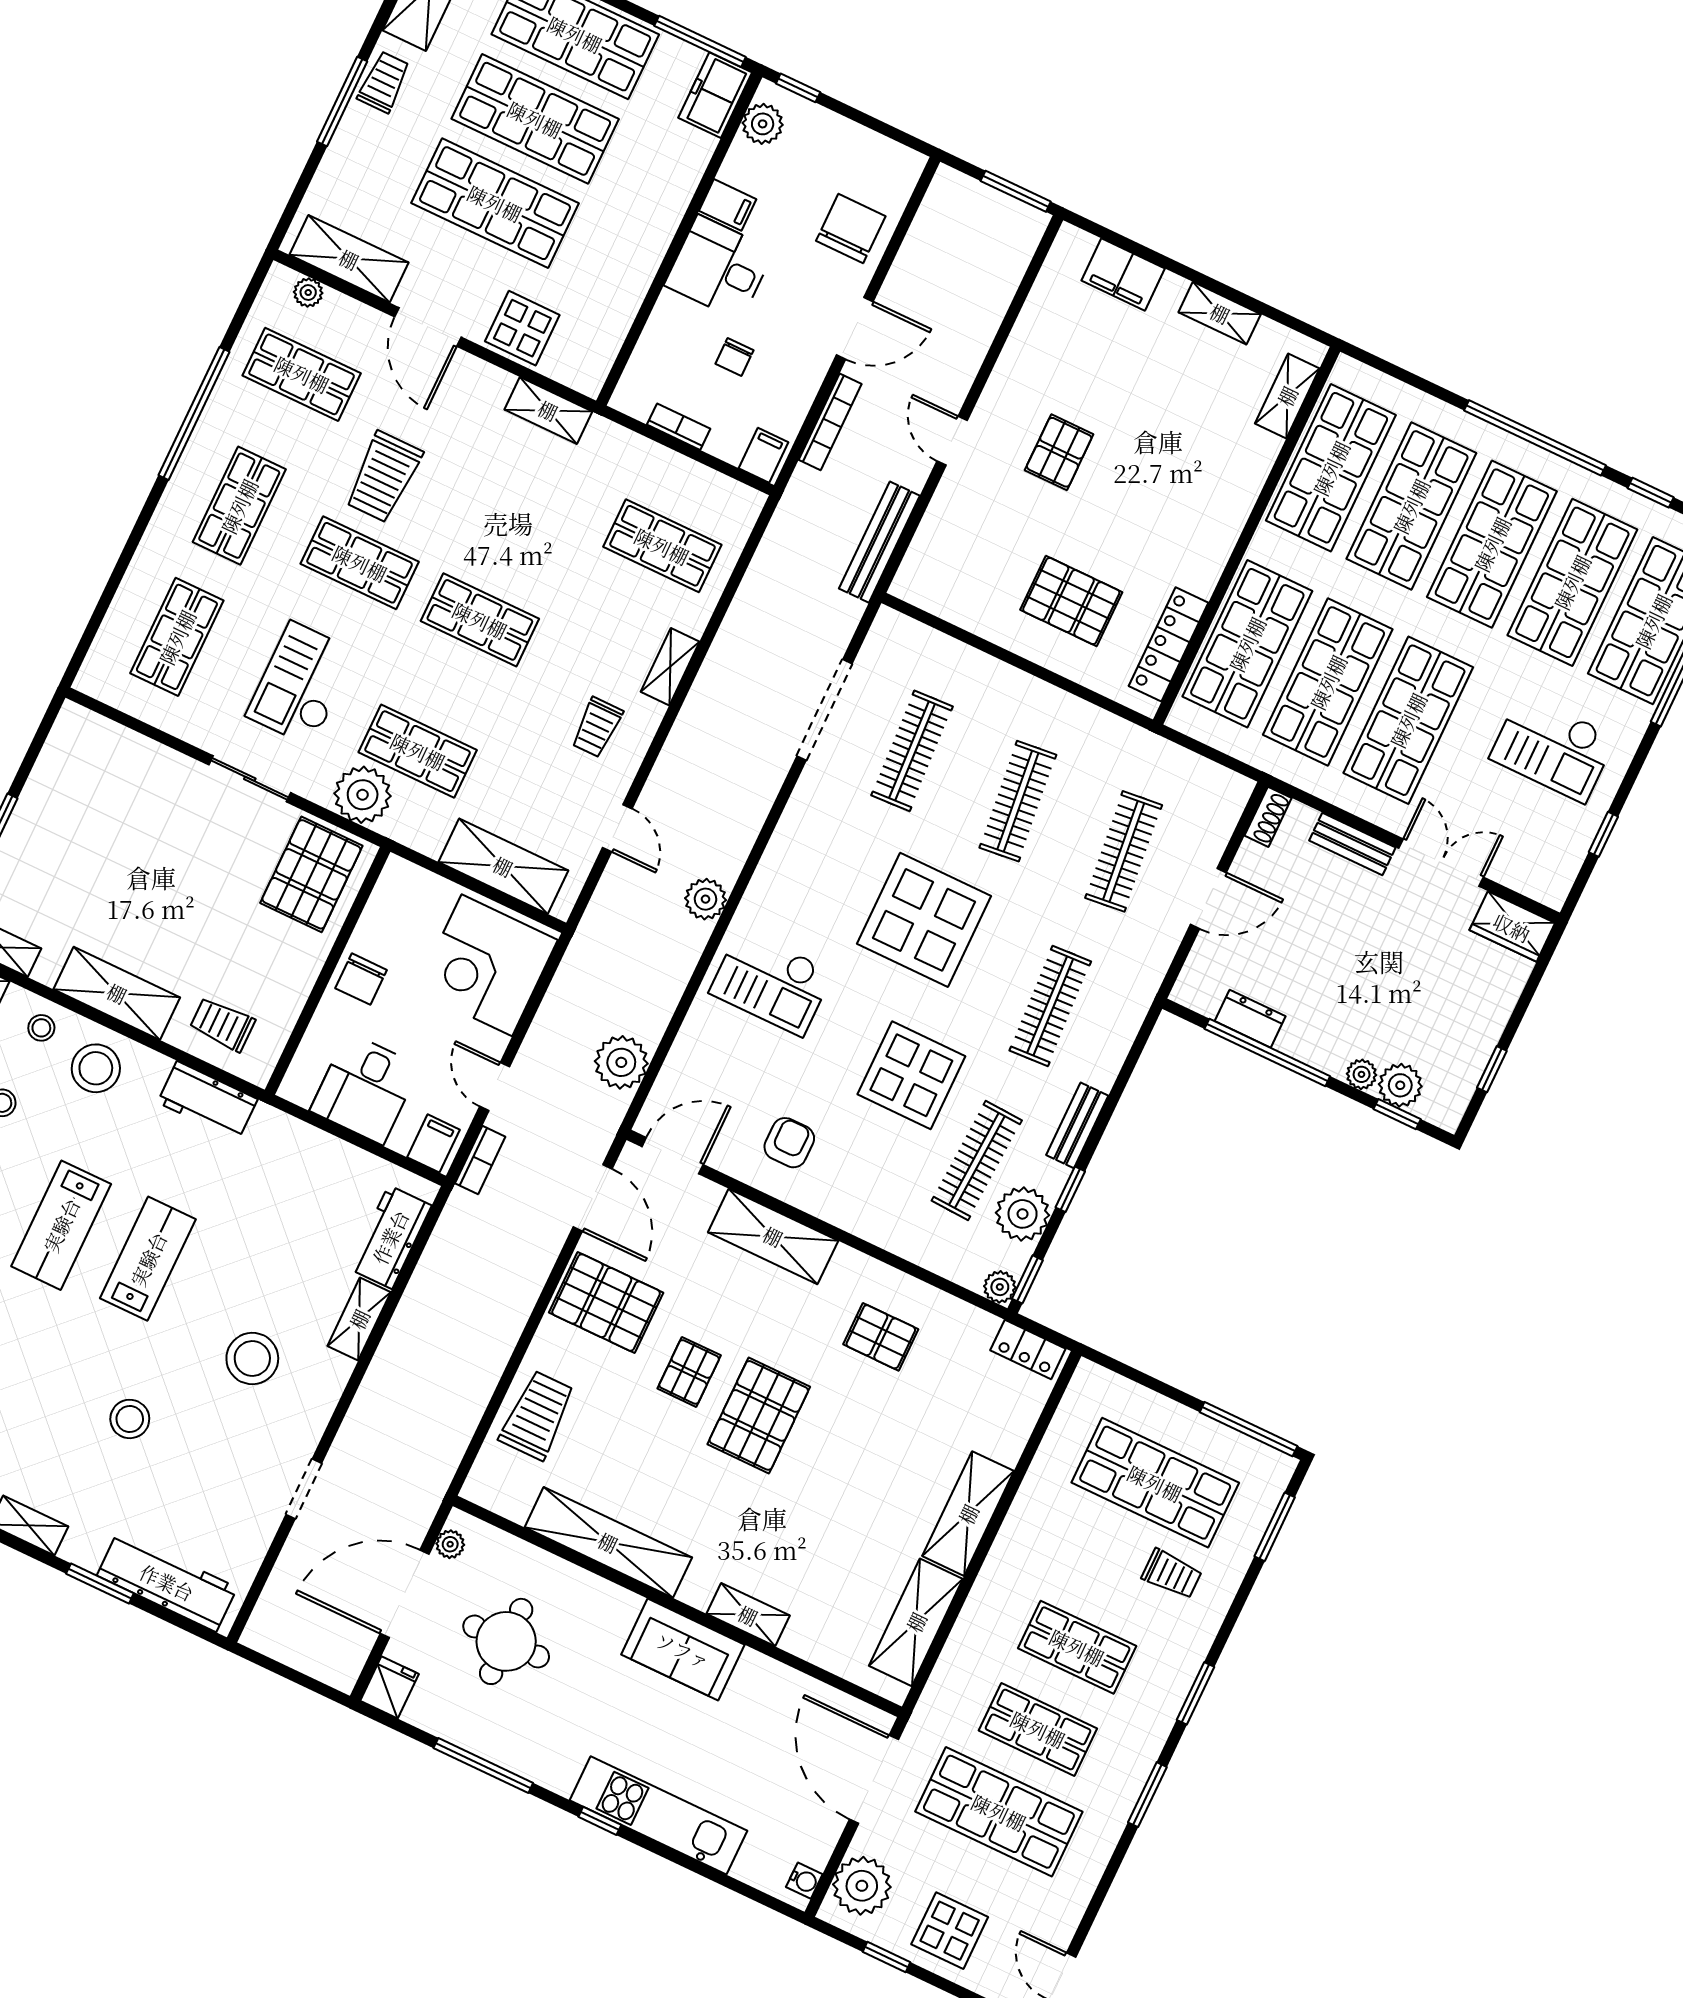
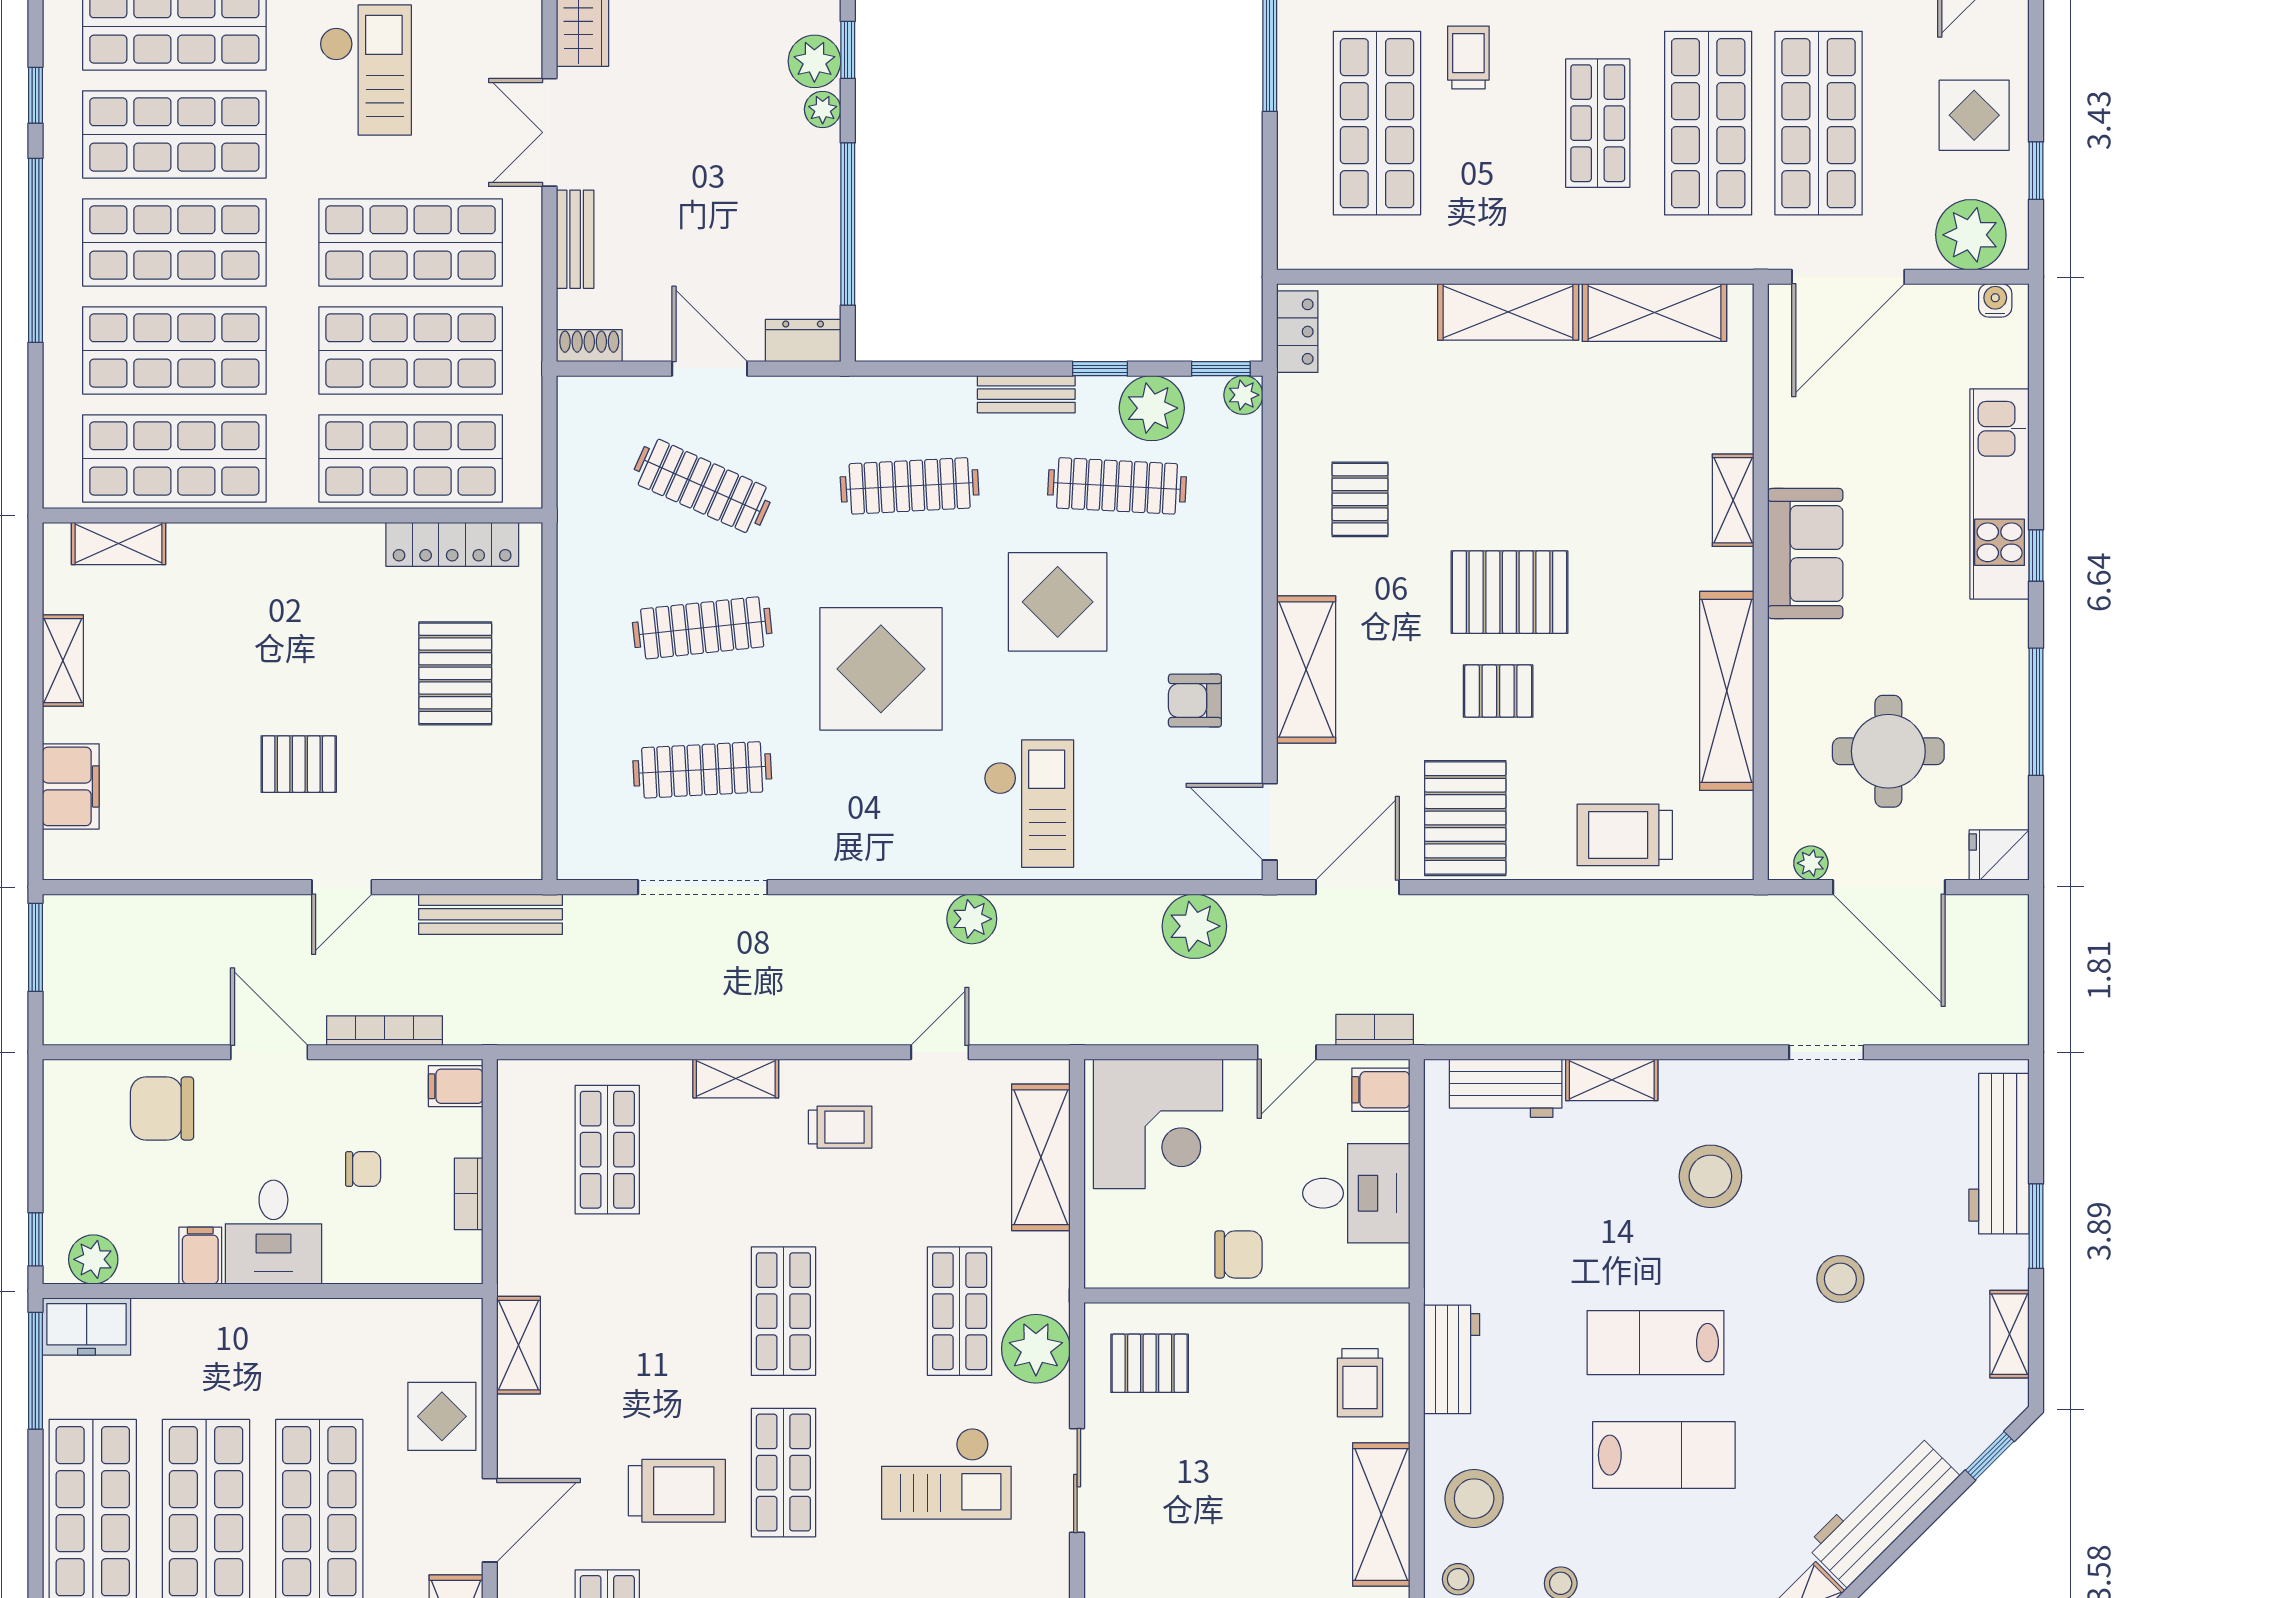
clothes rail: (1124, 851) -> (702, 486), turned 30
pallet: (311, 874) -> (1150, 1363), width x0.67, depth x0.71
dresser: (1250, 1019) -> (803, 341), moved, turned 90
shop shelf: (1038, 1729) -> (1708, 123), width x1.43, depth x1.36

